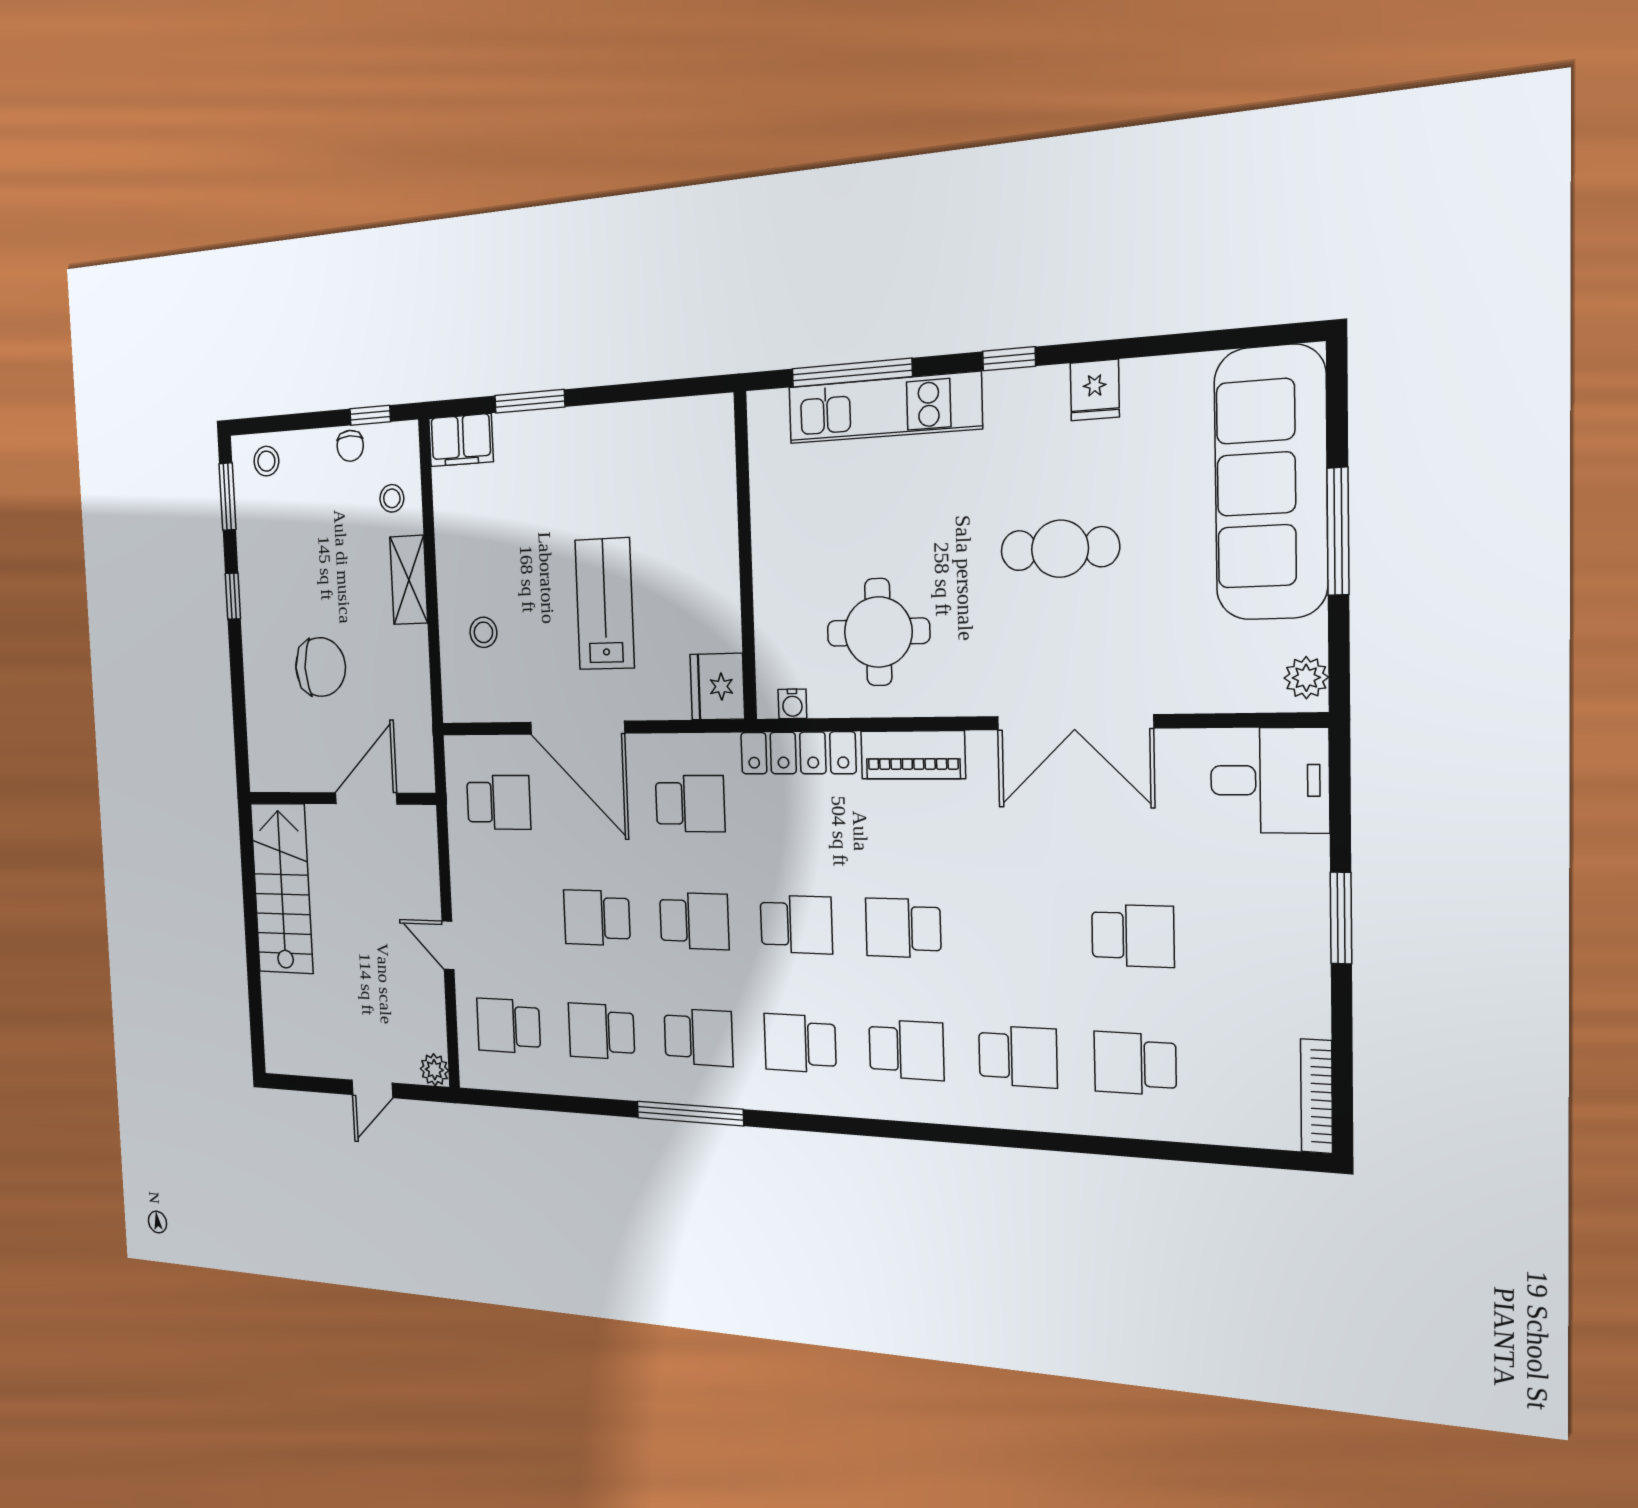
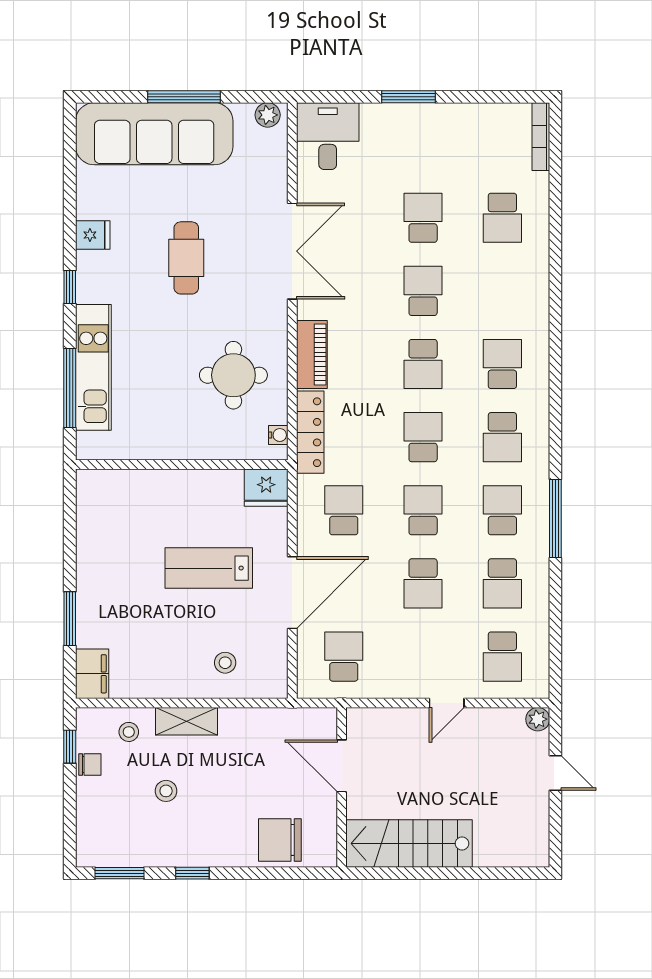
stool: (266, 461) -> (166, 791), moved
chair: (321, 667) -> (280, 840), moved, turned -90
school desk: (1018, 1056) -> (423, 291), moved
bookcase: (1317, 1096) -> (541, 137), moved, turned 90

